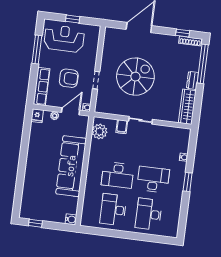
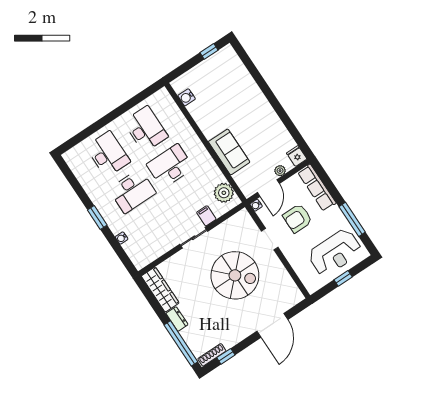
spiral stairs: (135, 77) -> (235, 275), turned -90
sofa: (71, 166) -> (229, 152), width x0.54, depth x0.79
water cooler: (71, 219) -> (187, 97), moved

